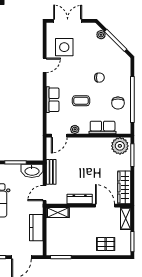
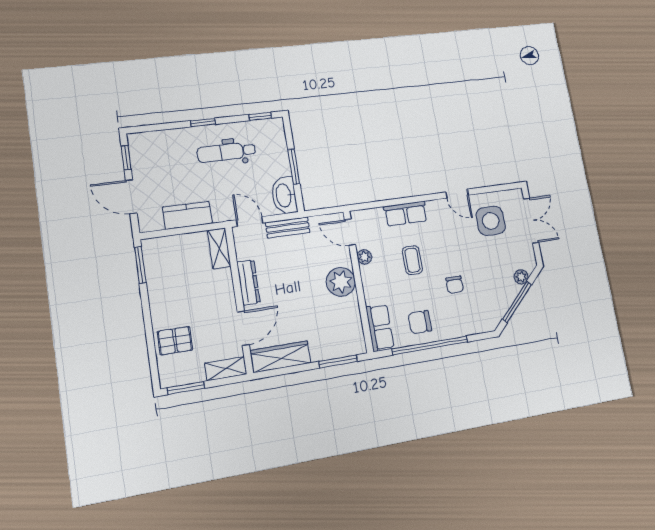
row of seats: (103, 127) -> (380, 328), moved
plant: (120, 146) -> (341, 282), moved
pallet: (106, 244) -> (175, 341), turned 90

